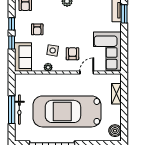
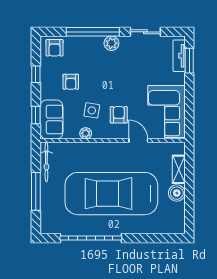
window: (12, 42) -> (36, 115), moved
door: (87, 73) -> (138, 140), hinge flipped
bicycle: (19, 110) -> (46, 162), moved
boiler: (115, 131) -> (177, 193), moved

